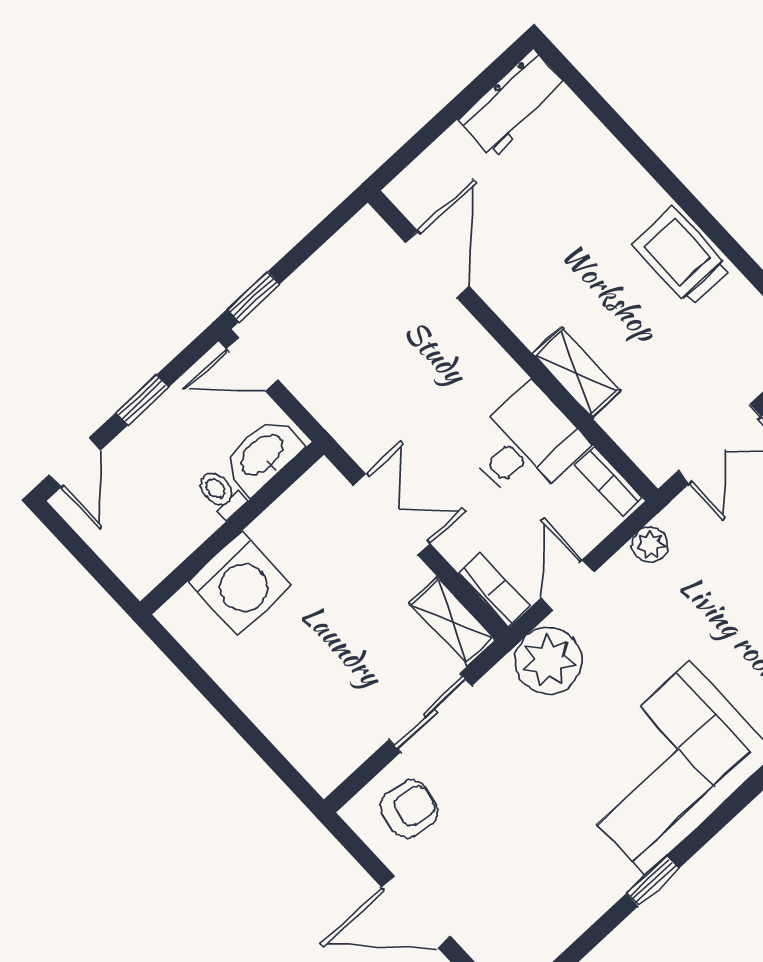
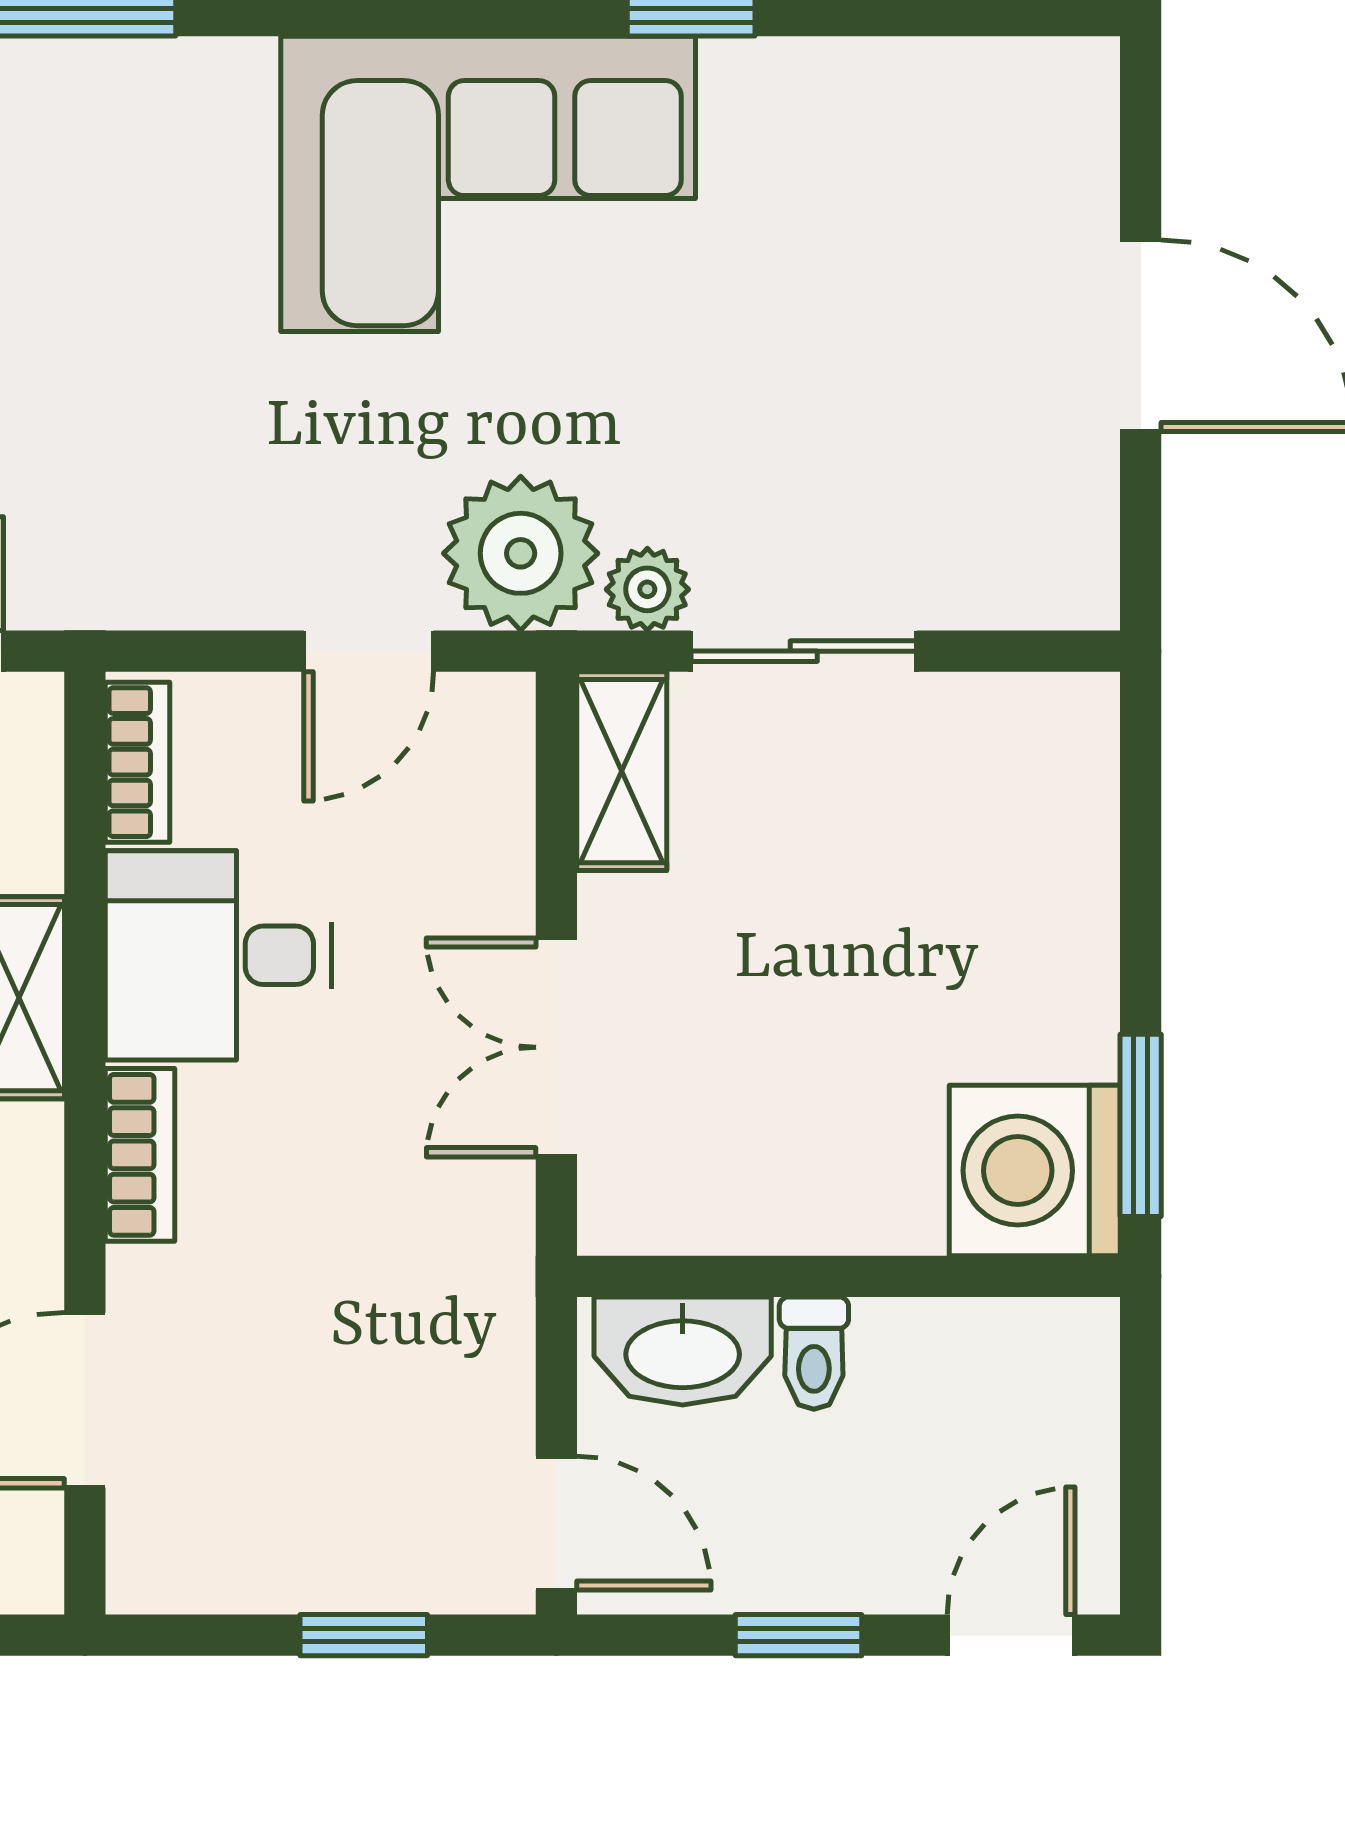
window: (253, 297) -> (364, 1635), moved
plant: (650, 545) -> (647, 589), moved
washing machine: (240, 583) -> (1035, 1171), moved, turned -90
bookcase: (494, 590) -> (140, 1155), moved, turned 180
window: (184, 662) -> (1141, 1125), added
armchair: (409, 809) -> (990, 521), removed

